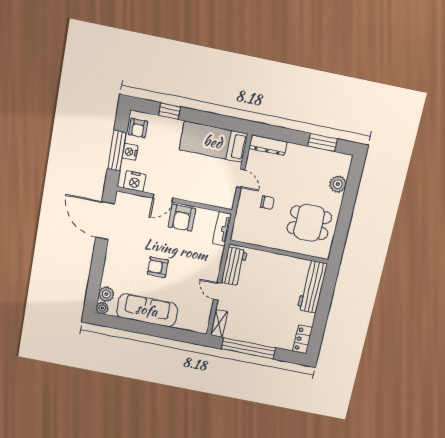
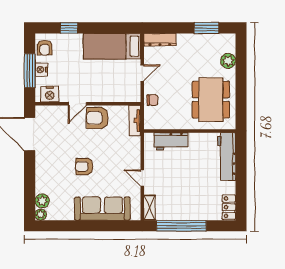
door: (241, 178) -> (142, 73), hinge flipped
chair: (267, 203) -> (152, 100), moved
armchair: (182, 218) -> (97, 118), turned 90
dining table: (309, 223) -> (211, 100), width x1.38
workbench: (234, 266) -> (171, 141), moved, turned 90
sofa: (147, 310) -> (102, 209), moved

